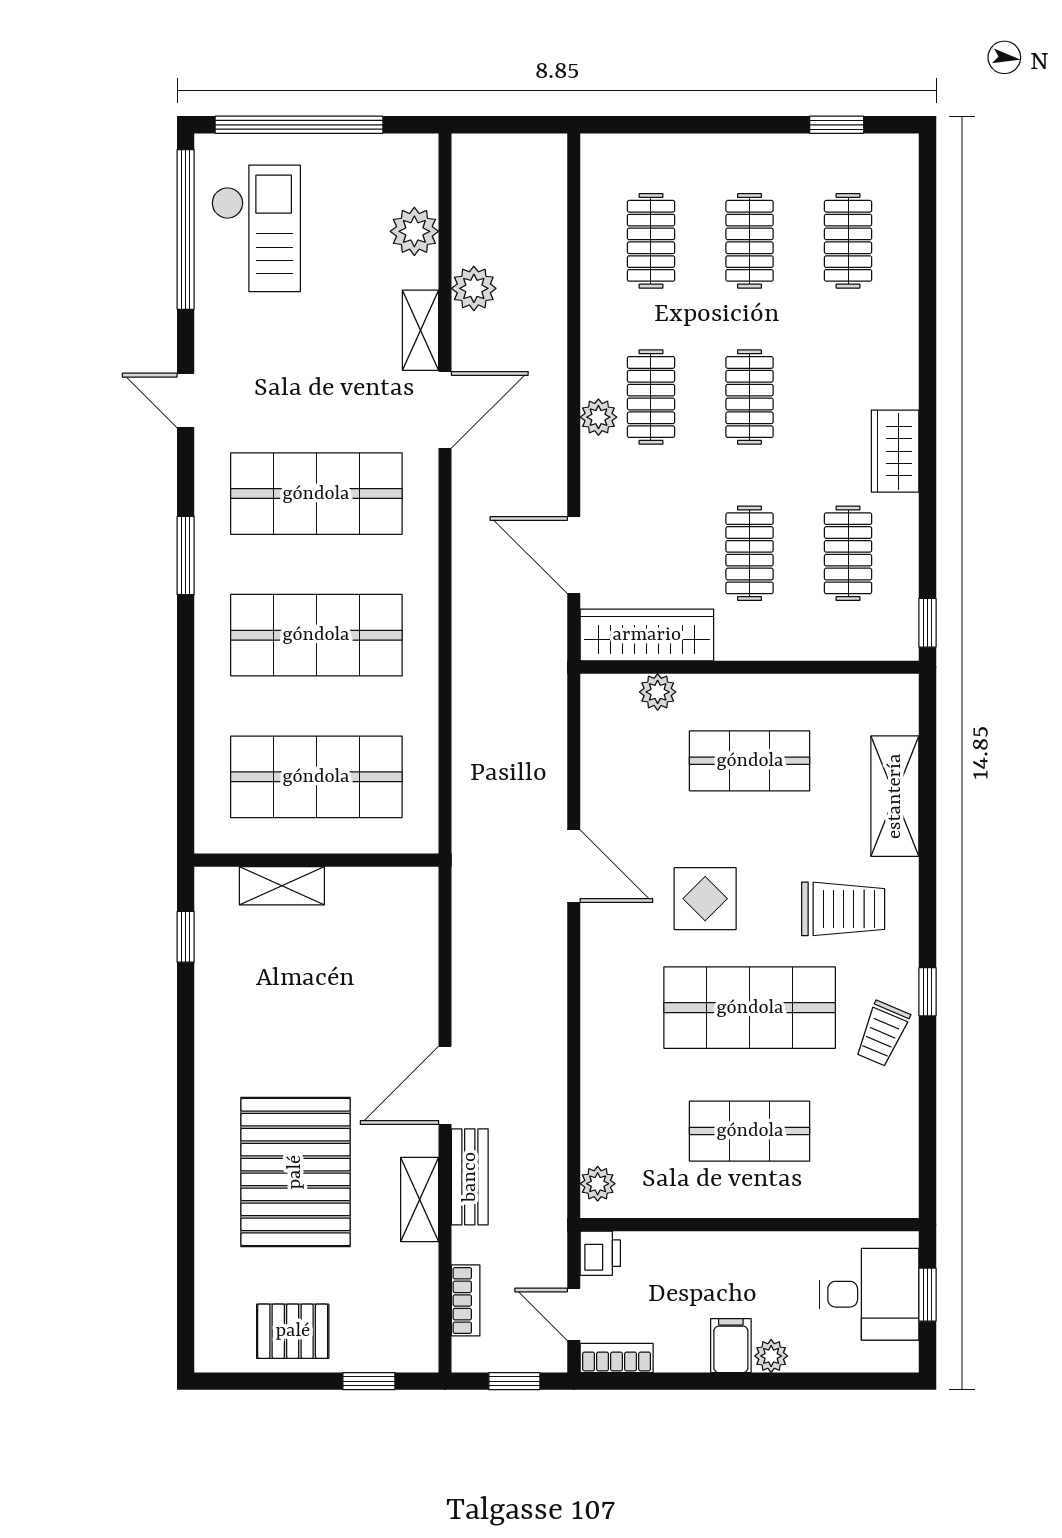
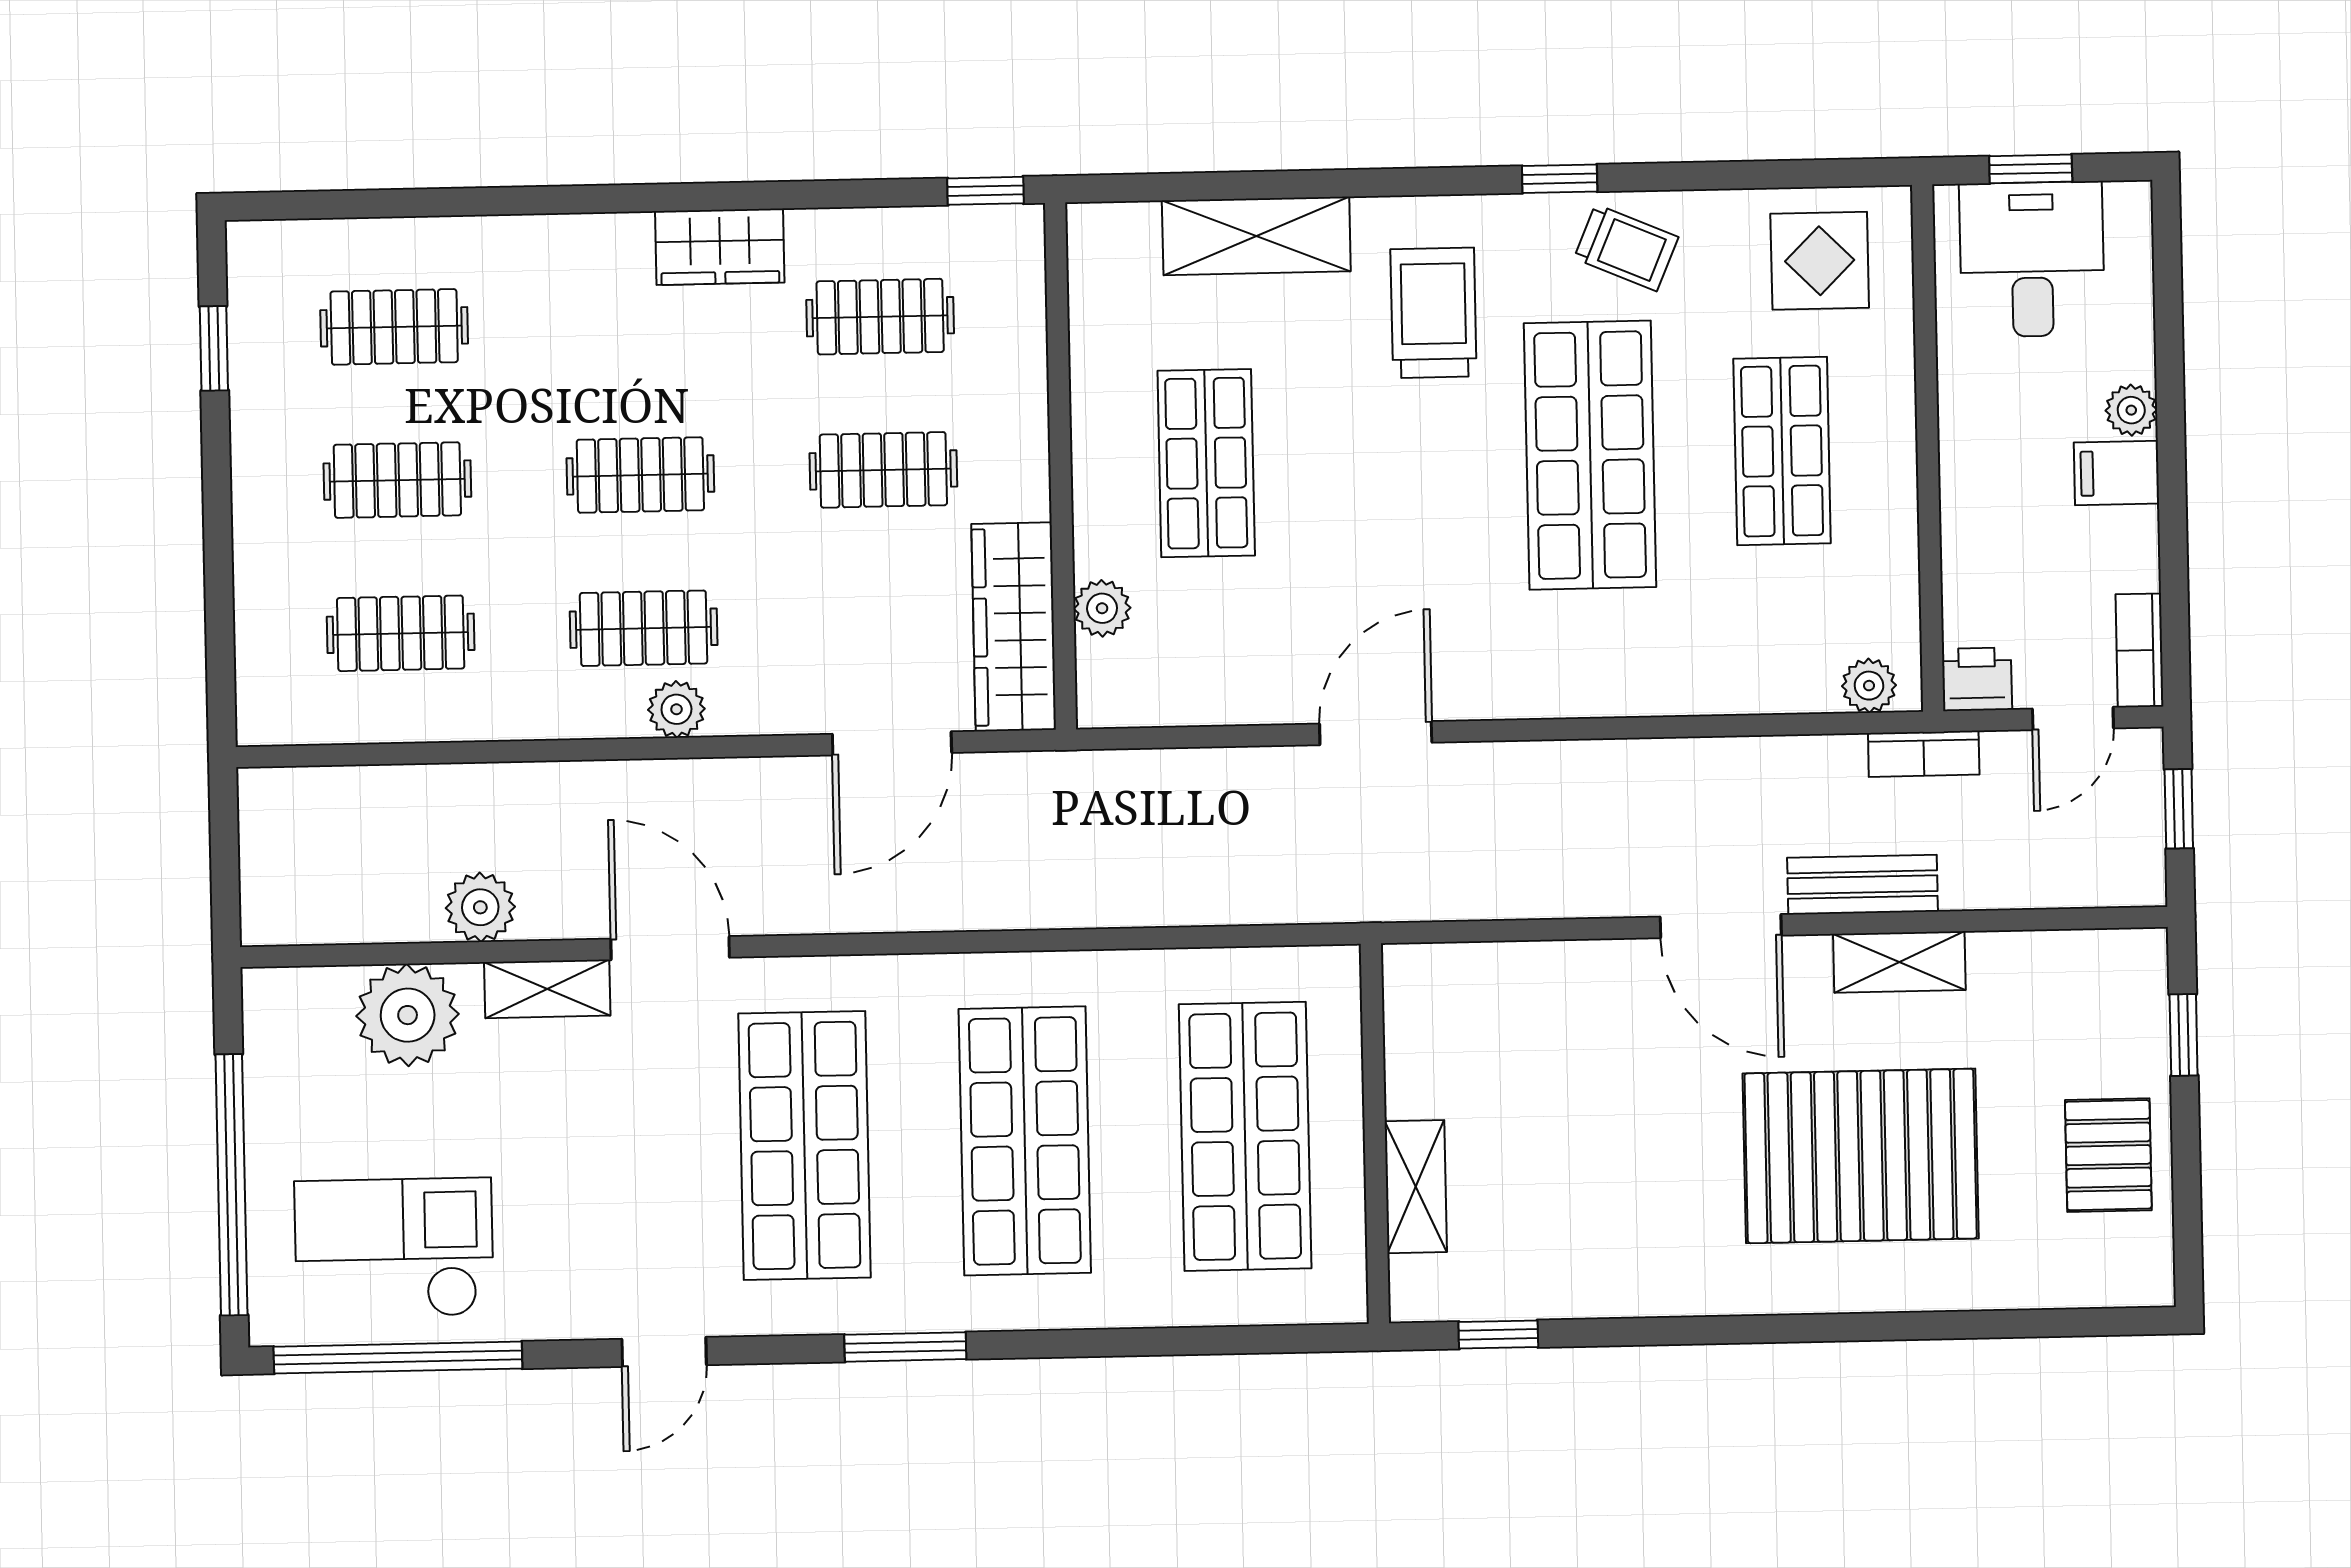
plant: (414, 231) -> (408, 1015), width x1.36, depth x1.36
display table: (705, 899) -> (1820, 261), moved
bookcase: (466, 1300) -> (1924, 754), moved, turned 180

